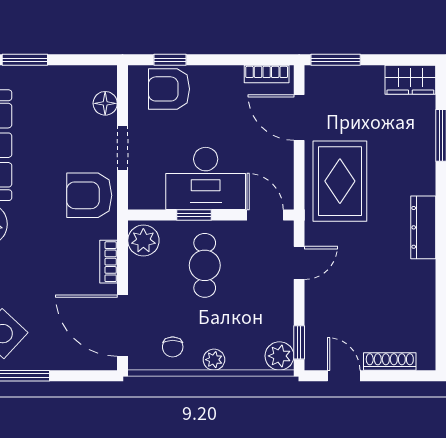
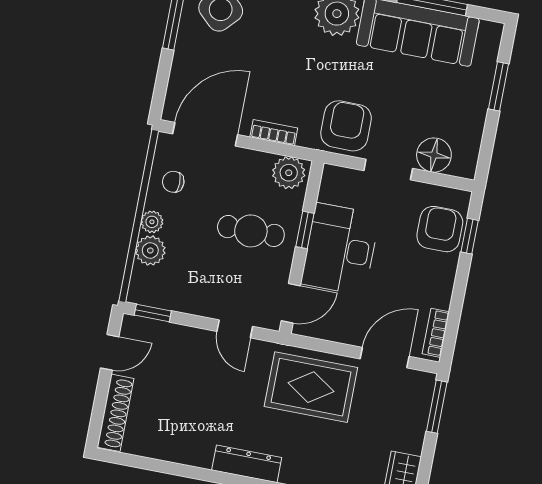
floor lamp: (105, 103) -> (434, 155), width x1.38, depth x1.38
plant: (279, 356) -> (150, 250), moved
shoe rack: (390, 361) -> (115, 413), width x1.36, depth x1.24

